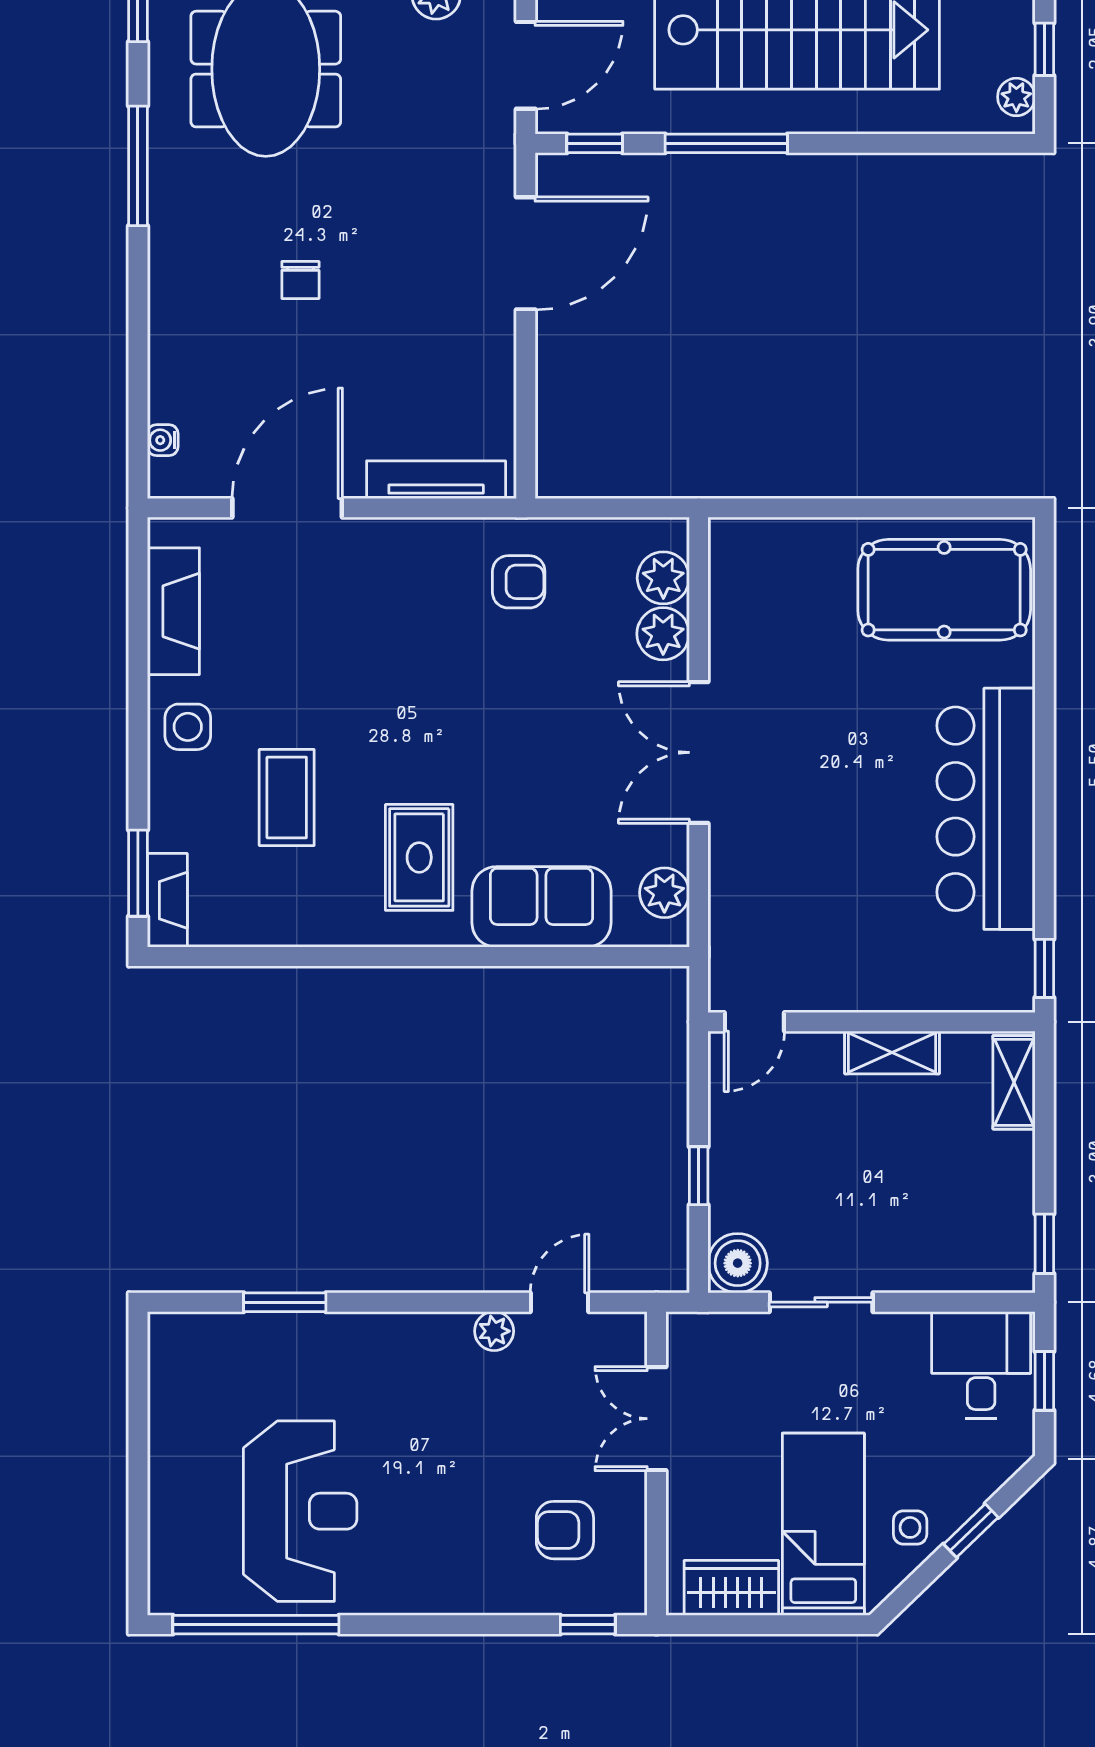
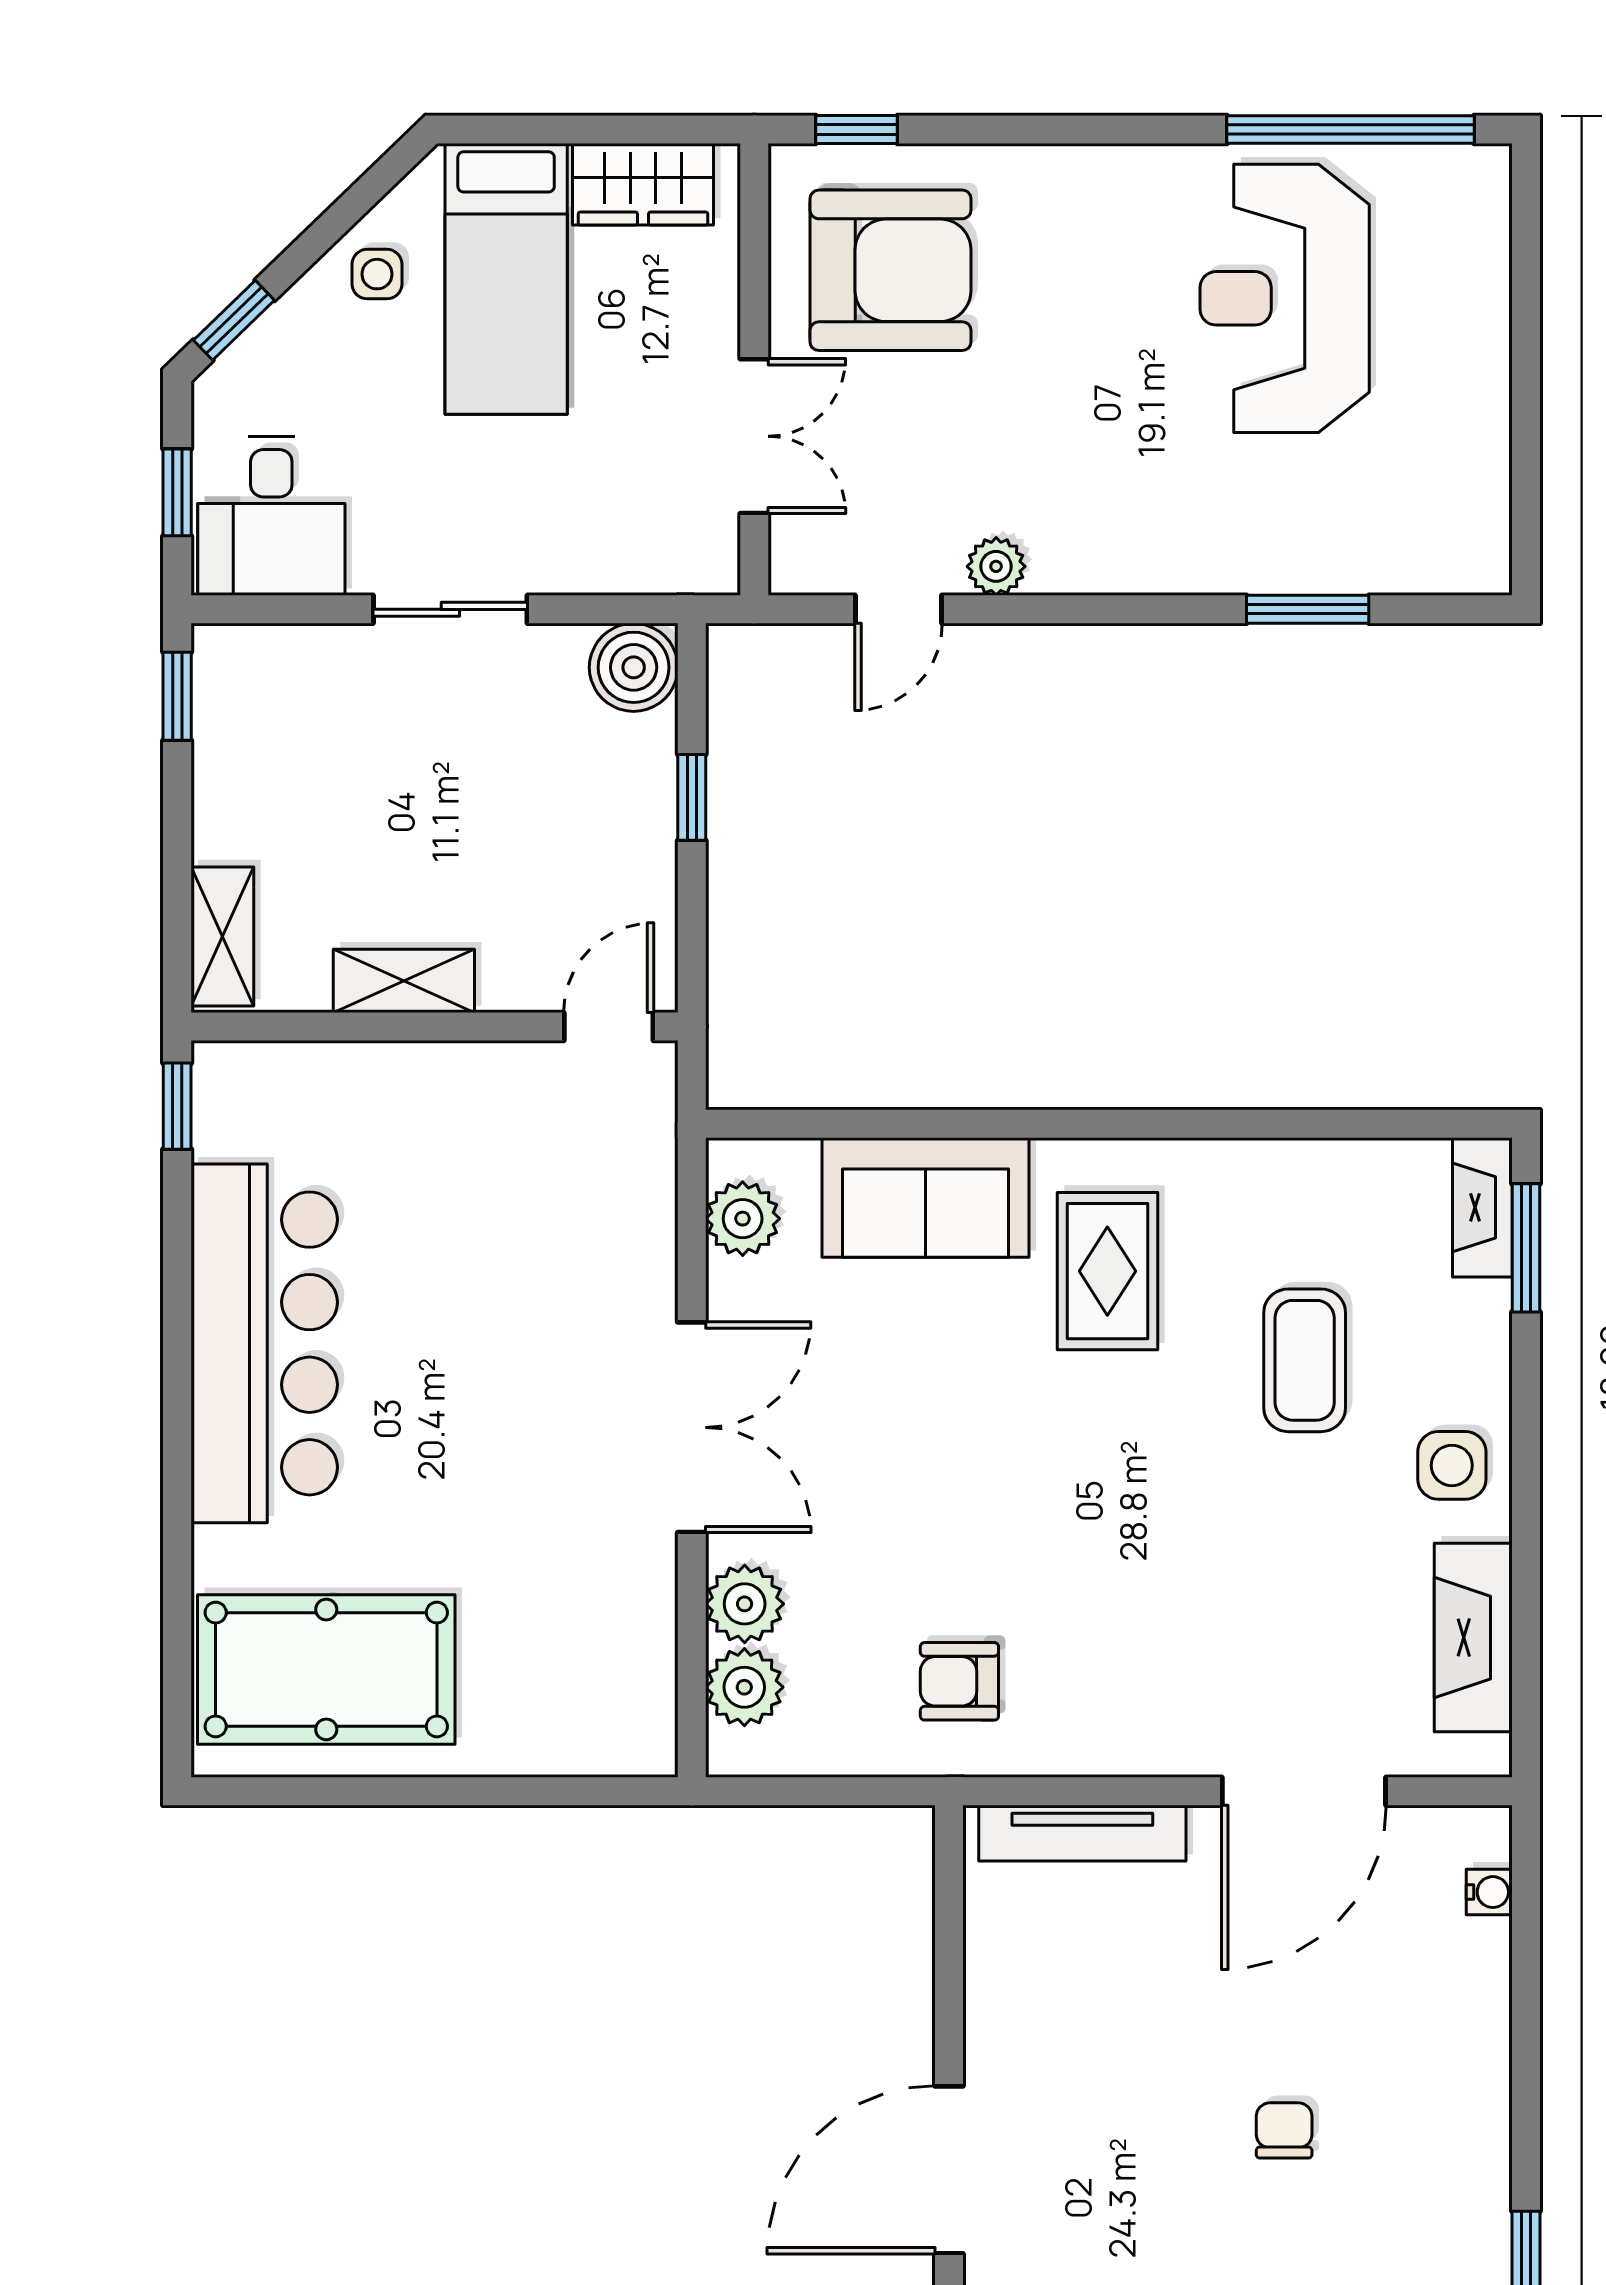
sliding door: (821, 1302) -> (450, 609), moved
armchair: (565, 1530) -> (891, 270), width x1.88, depth x1.88
window: (971, 1531) -> (234, 320), moved

